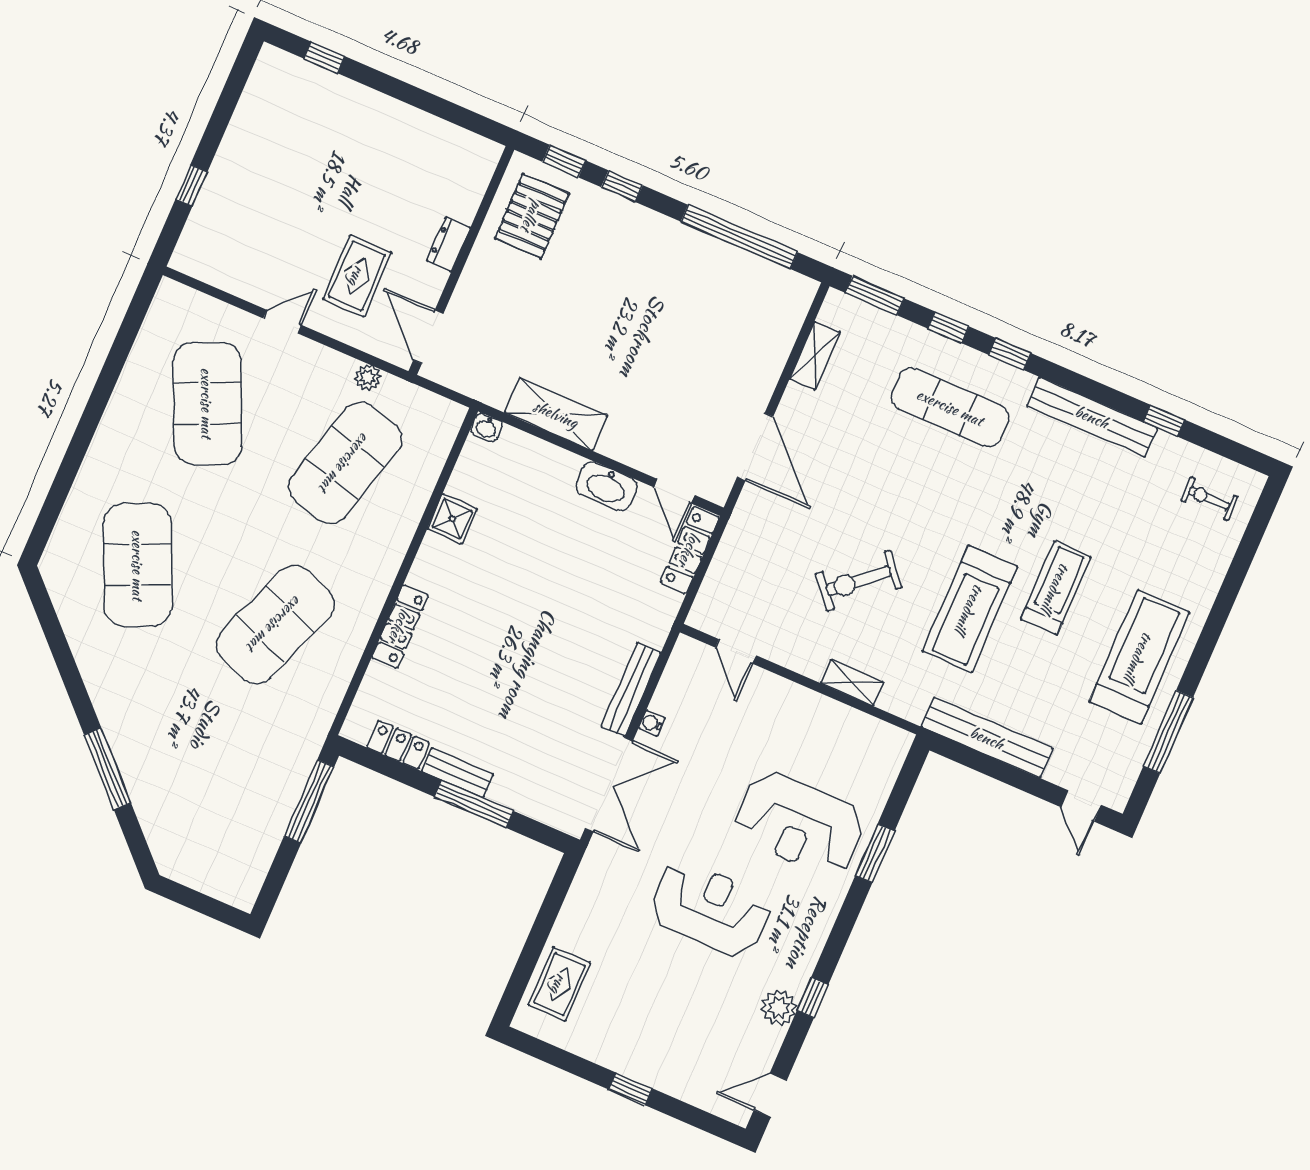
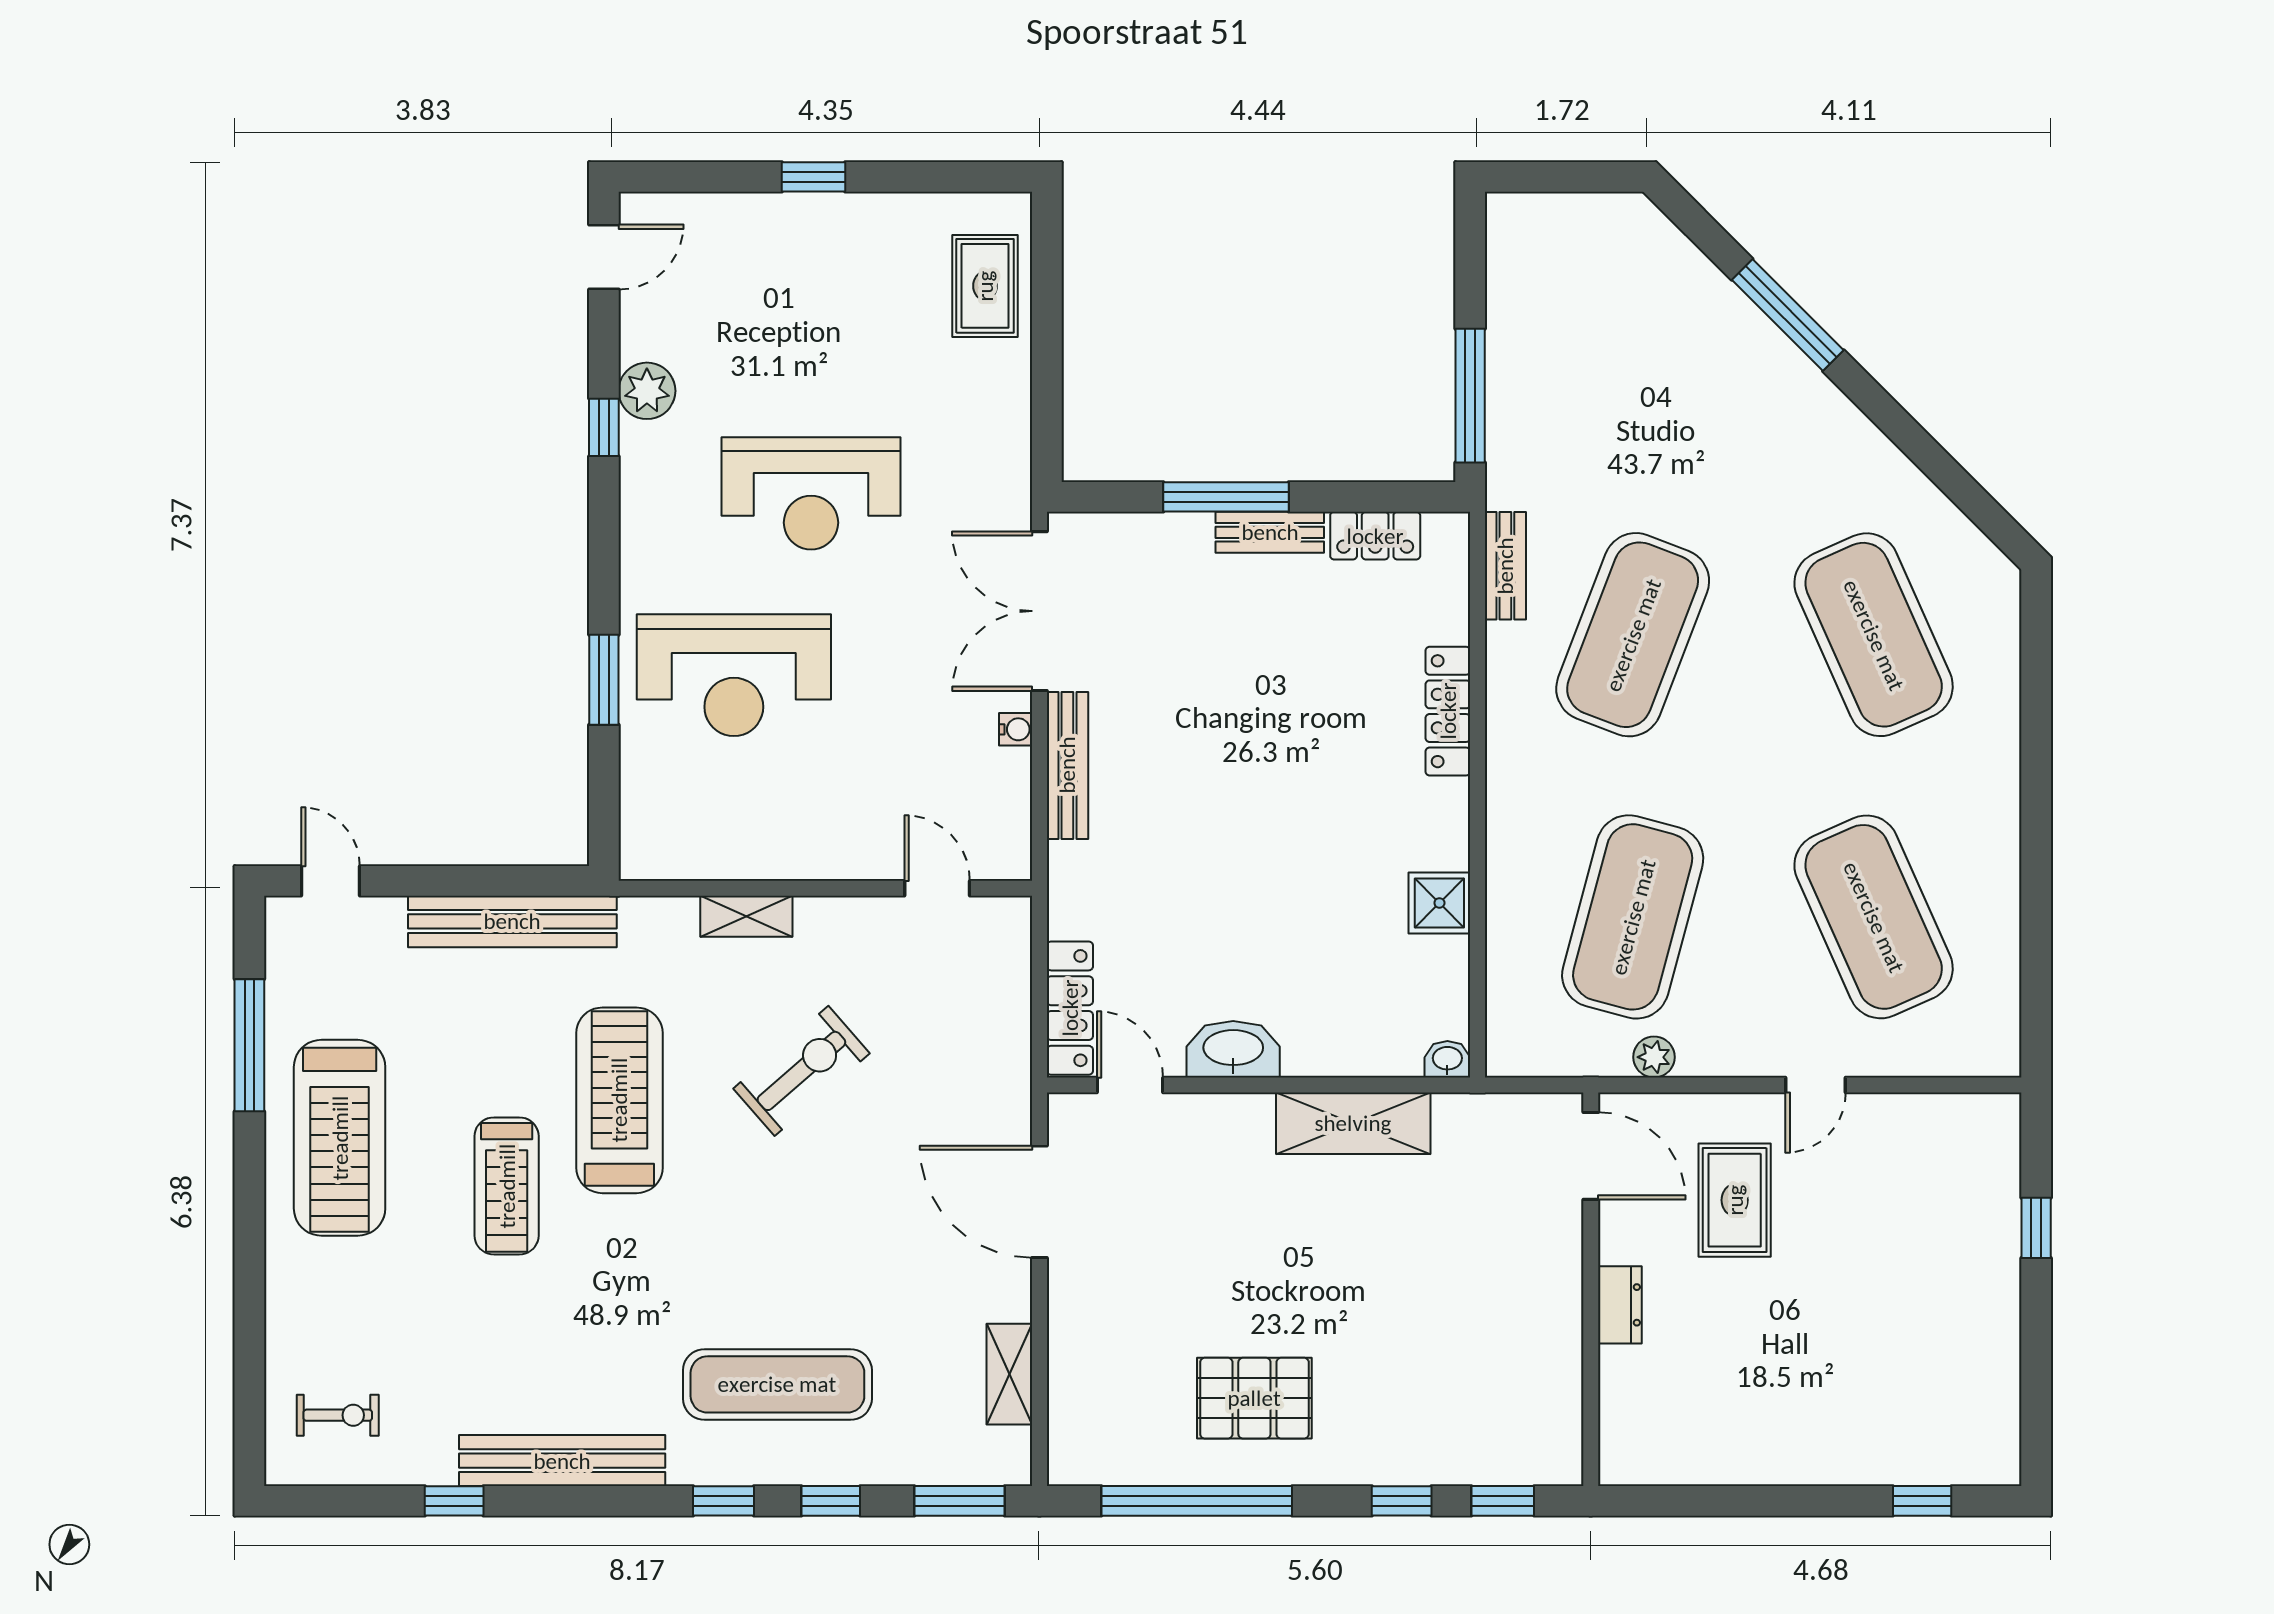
pallet: (532, 216) -> (1254, 1398), moved, turned 90
bench: (331, 695) -> (1505, 566), added
reception desk: (799, 824) -> (734, 675), turned 180

